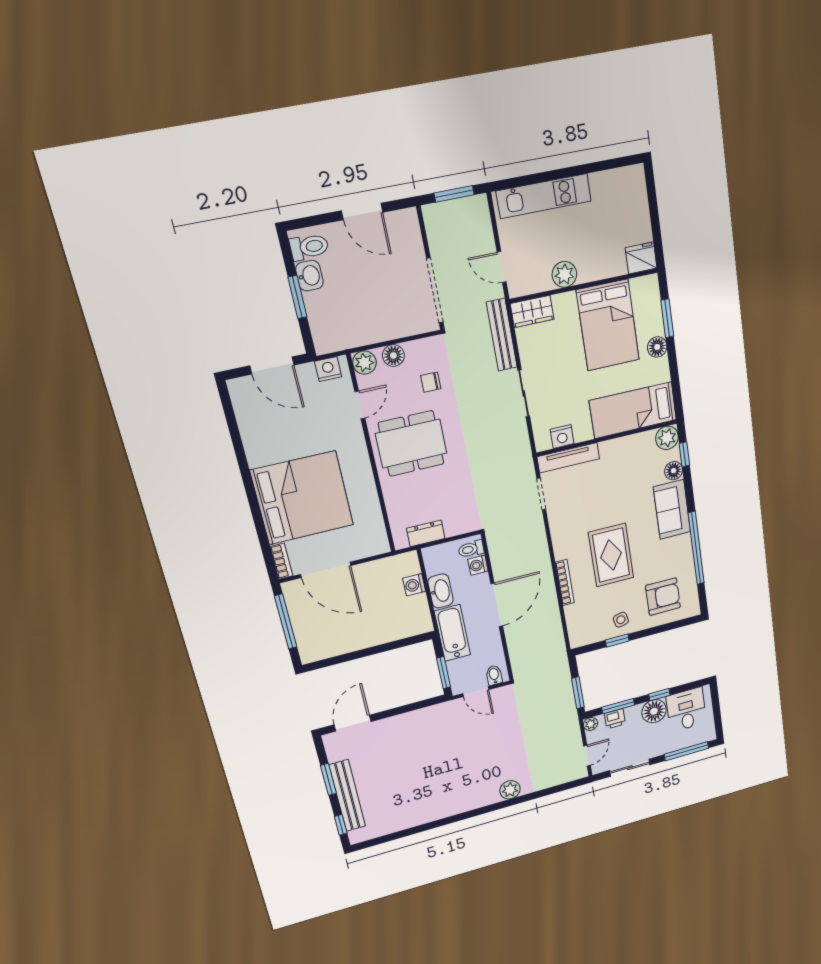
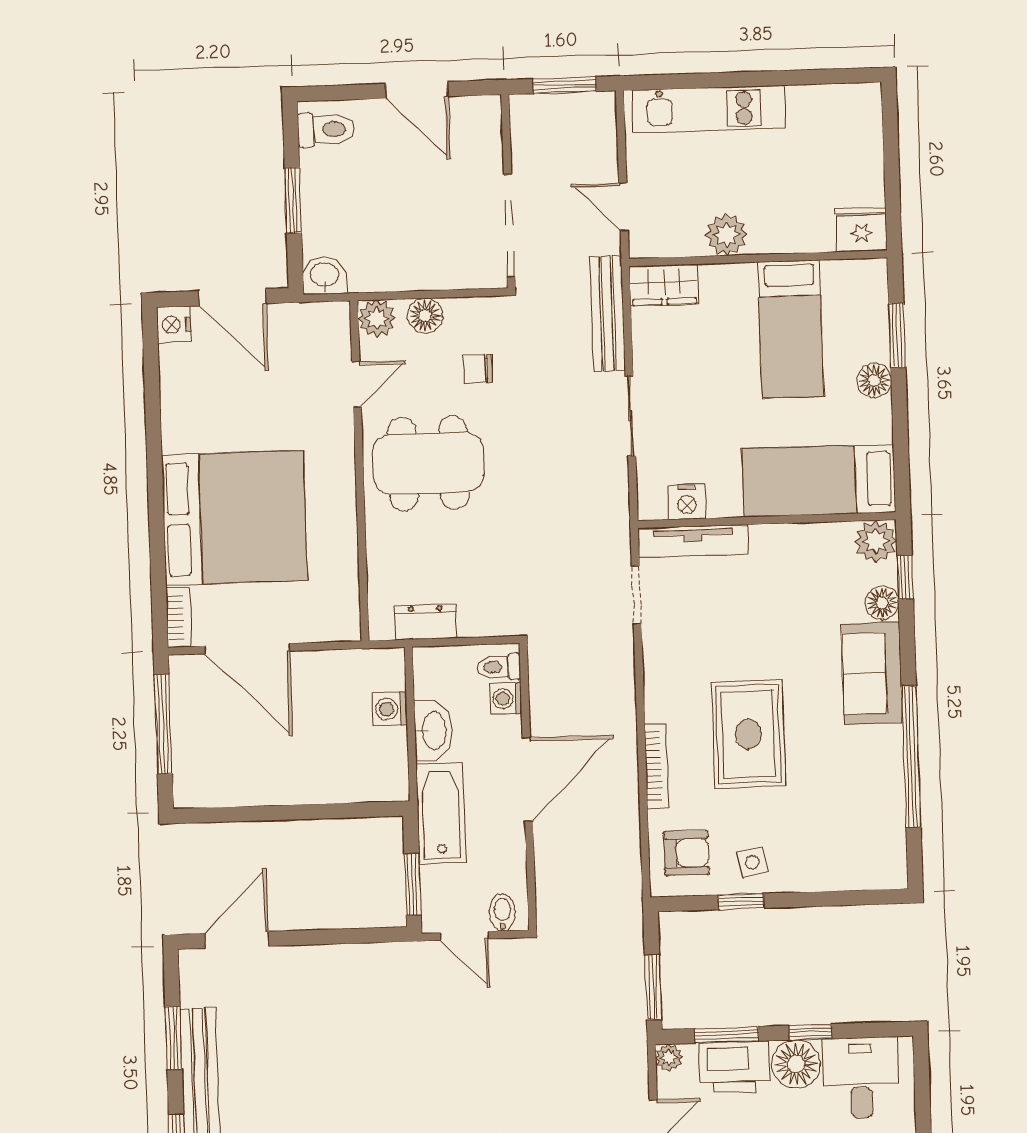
washbasin: (309, 276) -> (325, 276), moved, turned -90
bed: (608, 325) -> (791, 329), width x0.67
nightstand: (328, 369) -> (174, 325), moved, turned -90
armchair: (663, 597) -> (686, 853), moved, width x0.72, depth x0.72
printer: (615, 719) -> (734, 1067), width x1.87, depth x1.48

